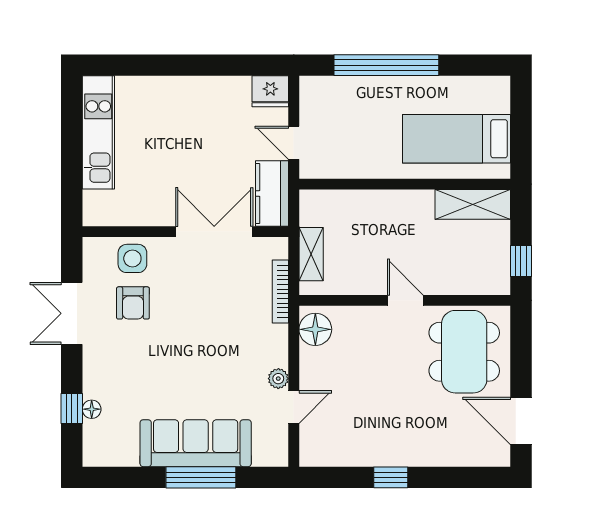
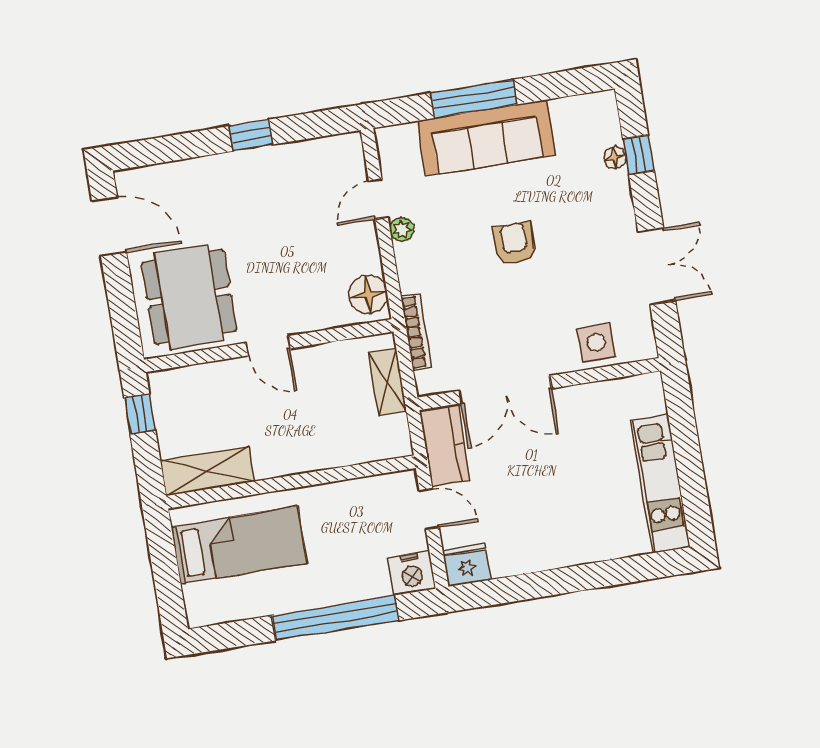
nightstand: (317, 92) -> (412, 573), added
armchair: (133, 303) -> (514, 243), moved

